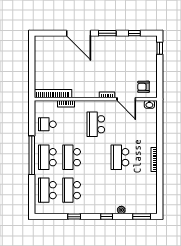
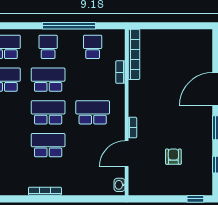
armchair: (144, 87) -> (173, 157), moved
window: (32, 155) -> (69, 26), moved
school desk: (47, 157) -> (48, 47), width x0.54
school desk: (96, 157) -> (48, 112), added

